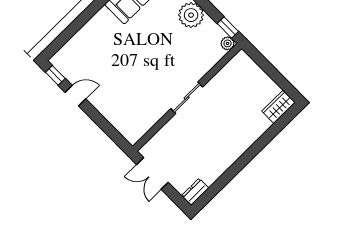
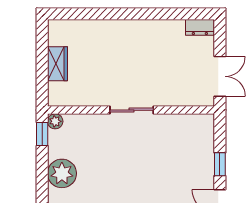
wardrobe: (279, 107) -> (57, 64), moved, turned -90
window: (98, 118) -> (220, 164), added

